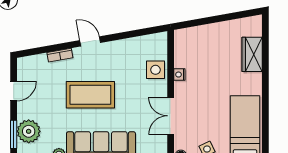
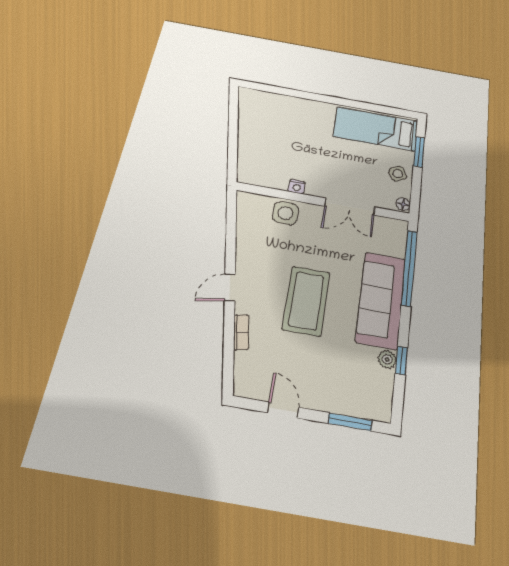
wardrobe: (252, 54) -> (285, 105), removed
plant: (29, 131) -> (348, 398), removed

